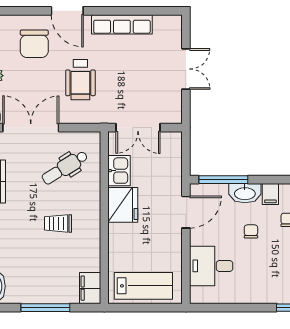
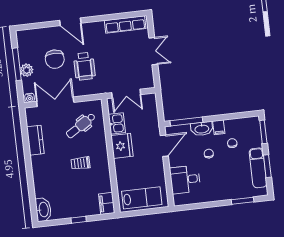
row of seats: (122, 24) -> (125, 24), moved
chair: (34, 44) -> (55, 59), moved
window: (45, 308) -> (79, 220), width x0.46

